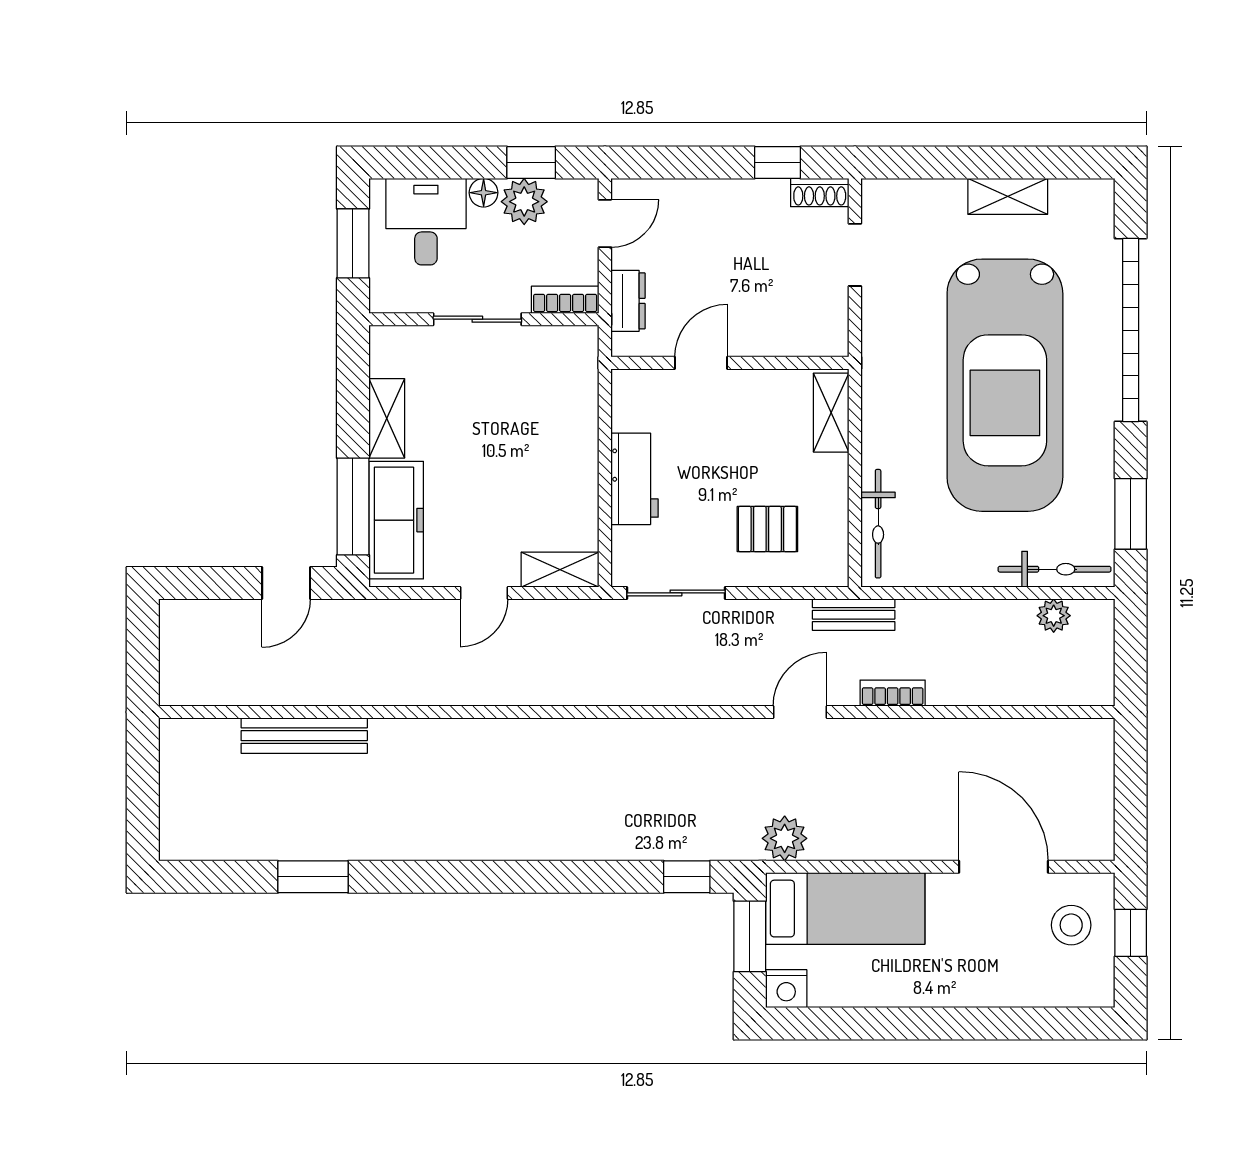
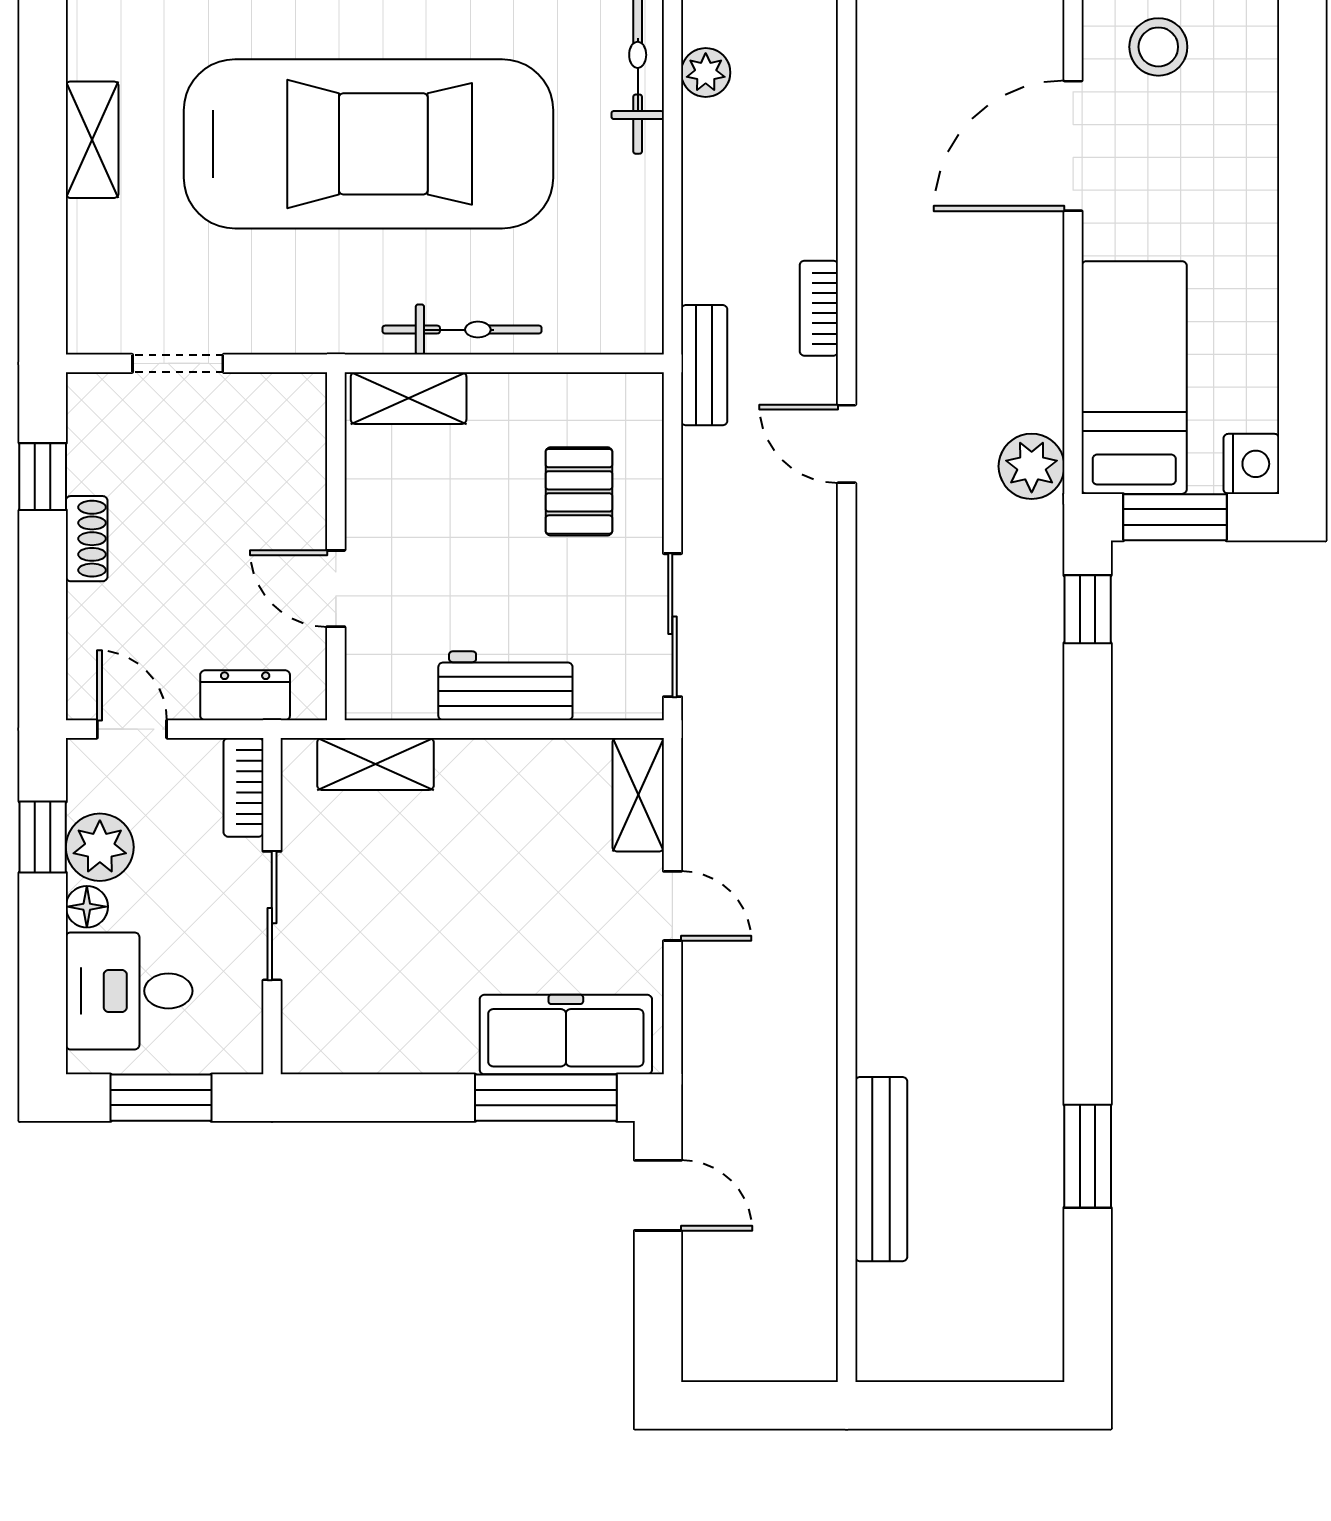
shoe rack: (820, 193) -> (87, 539), moved
shelving: (387, 418) -> (375, 764), moved
bicycle: (878, 524) -> (462, 330), moved

